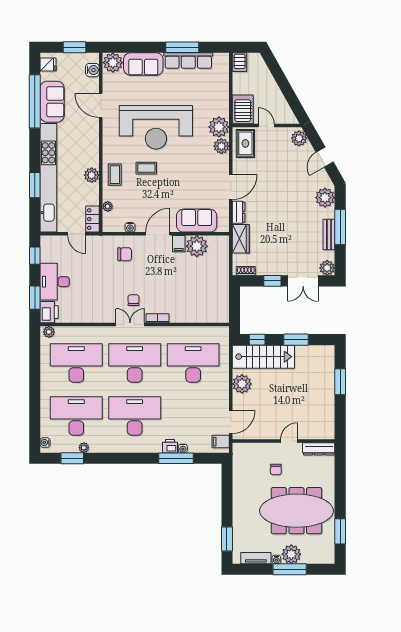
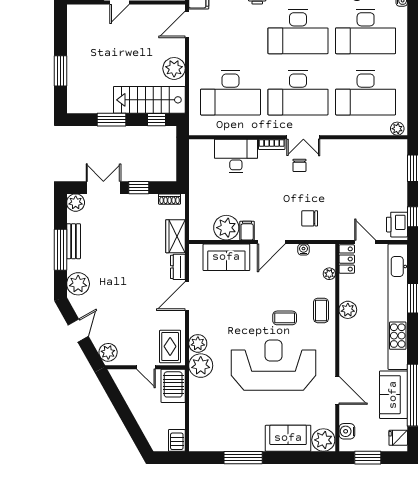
row of seats: (188, 61) -> (236, 442), removed
desk: (55, 282) -> (236, 156), moved, turned -90
printer: (49, 312) -> (397, 225), moved

